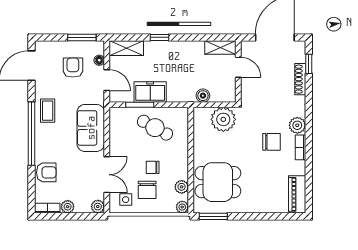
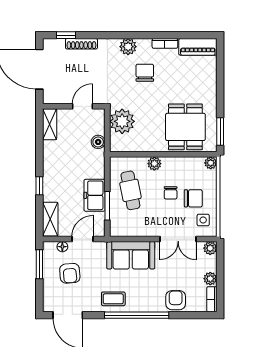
door: (238, 67) -> (82, 106), moved
armchair: (73, 68) -> (70, 273), turned -95
cafe table: (155, 128) -> (130, 190), turned -40
bookcase: (300, 147) -> (165, 43), moved
double door: (107, 175) -> (178, 239), swing flipped
plant: (182, 187) -> (154, 164), moved

